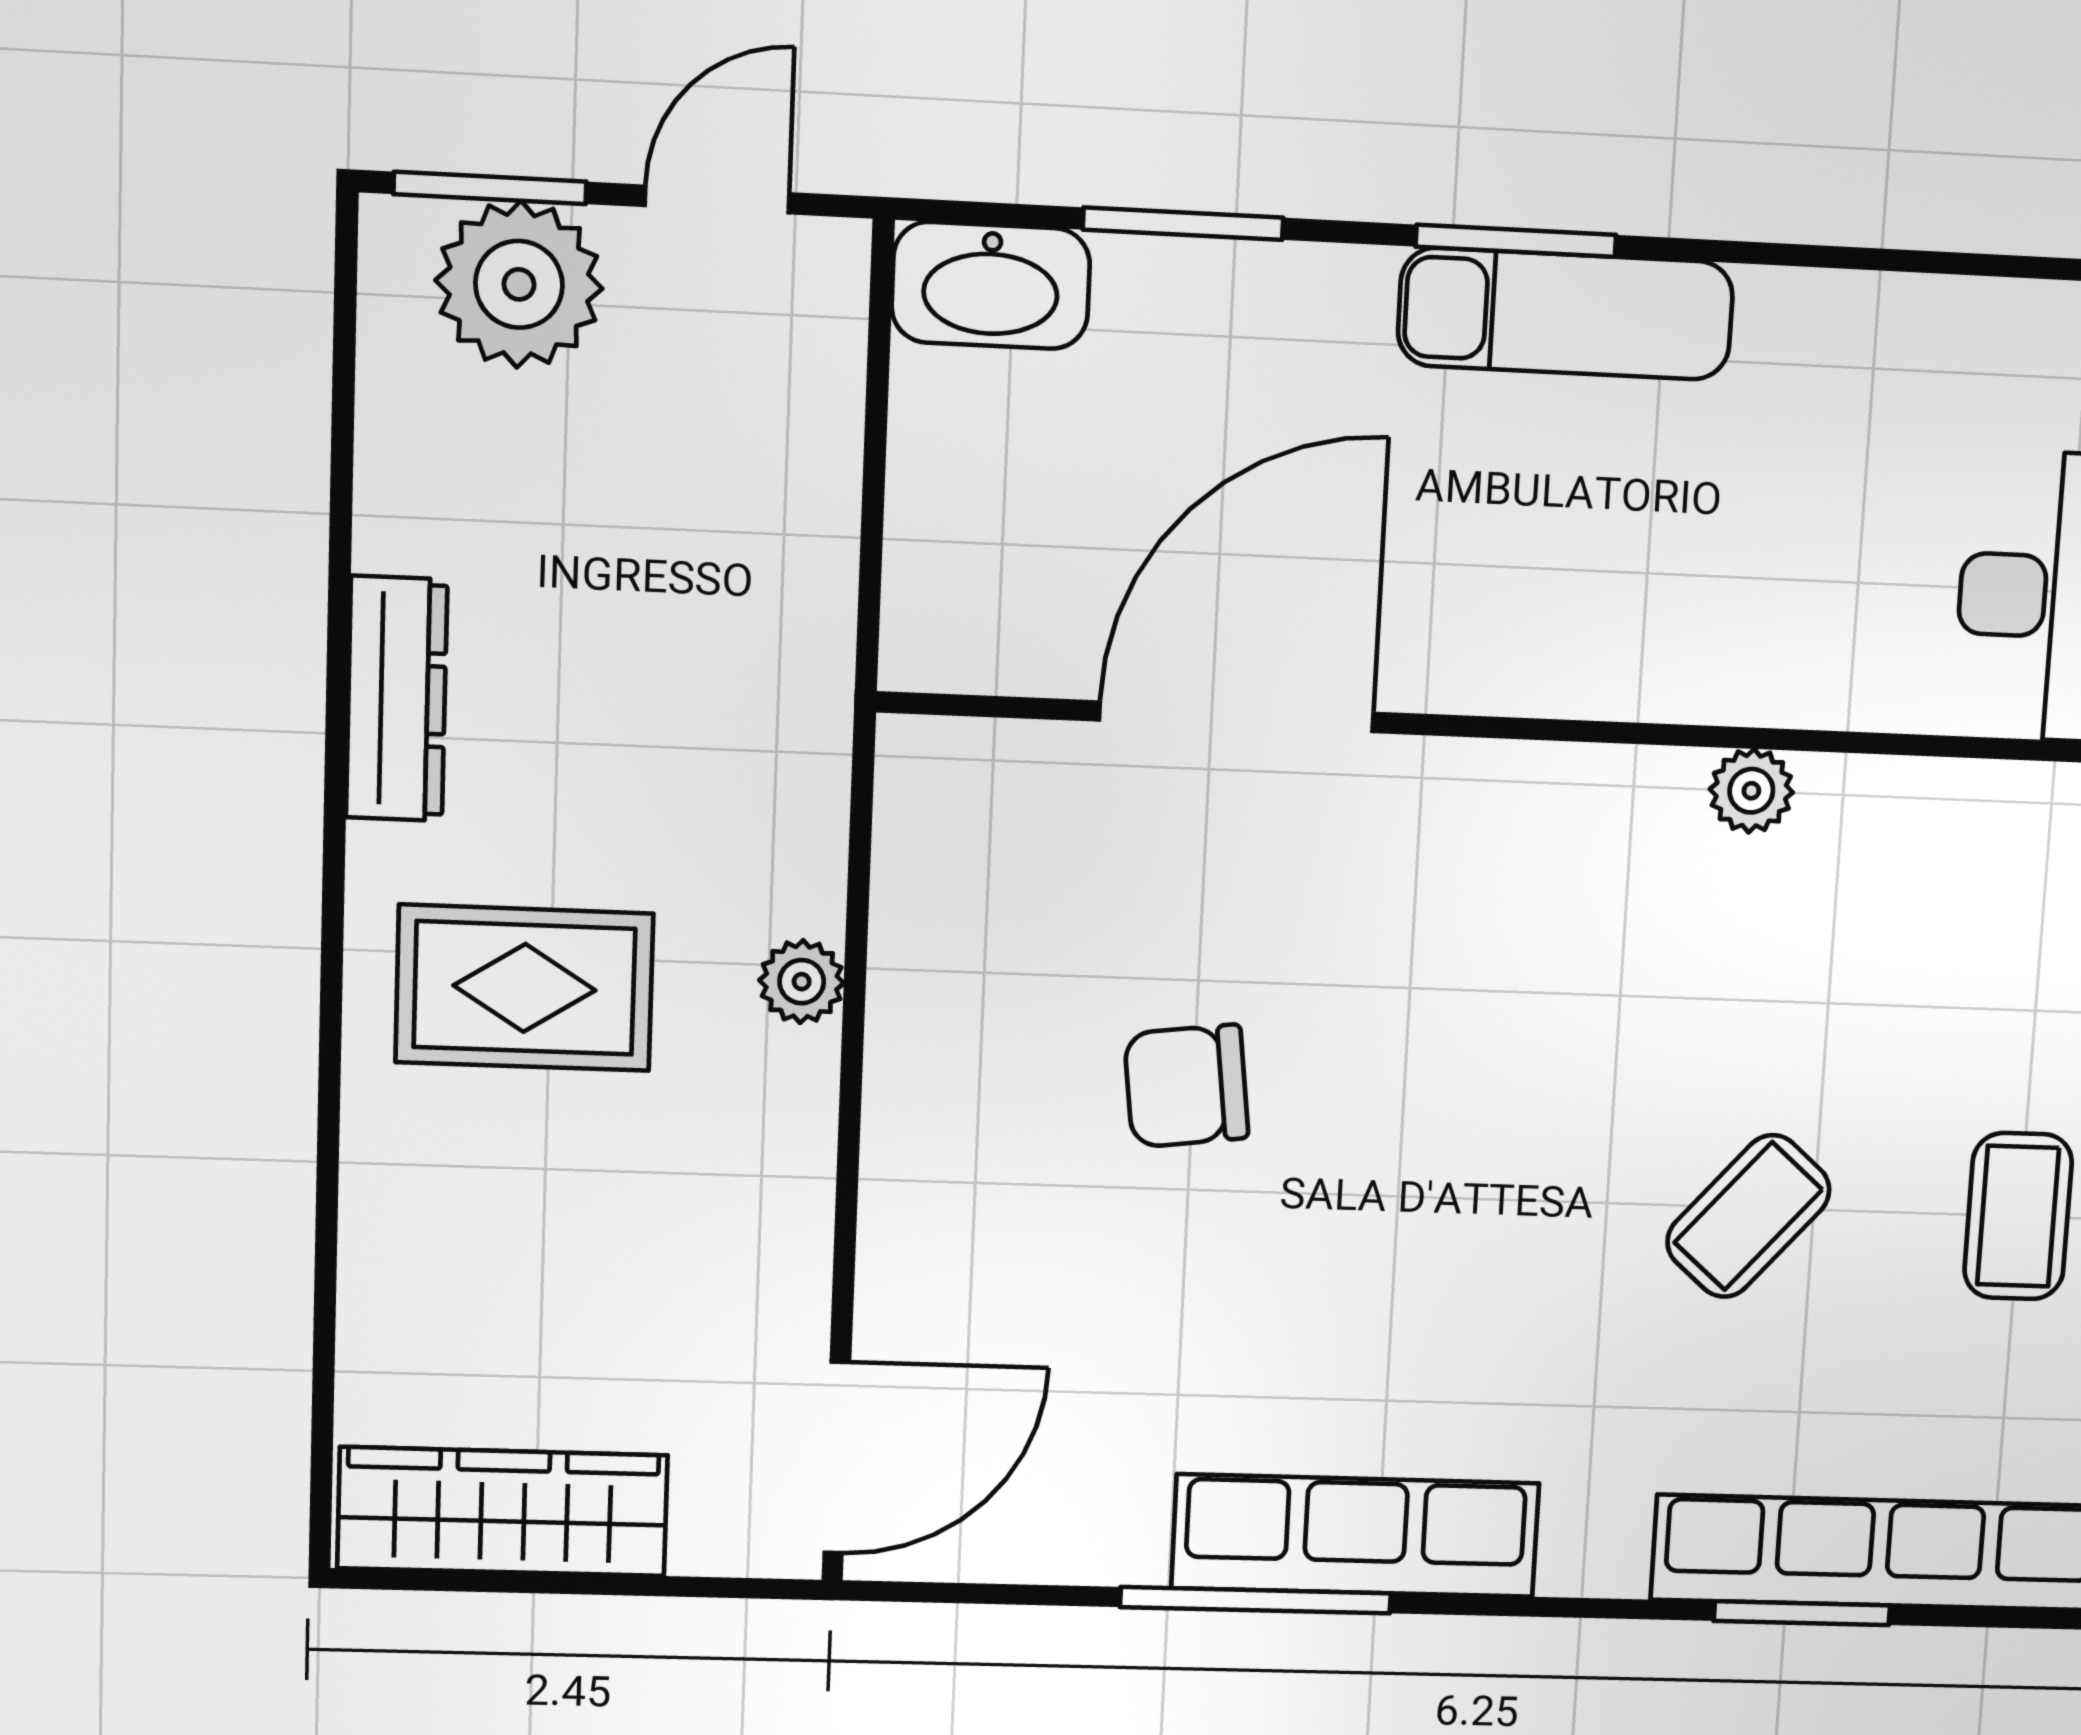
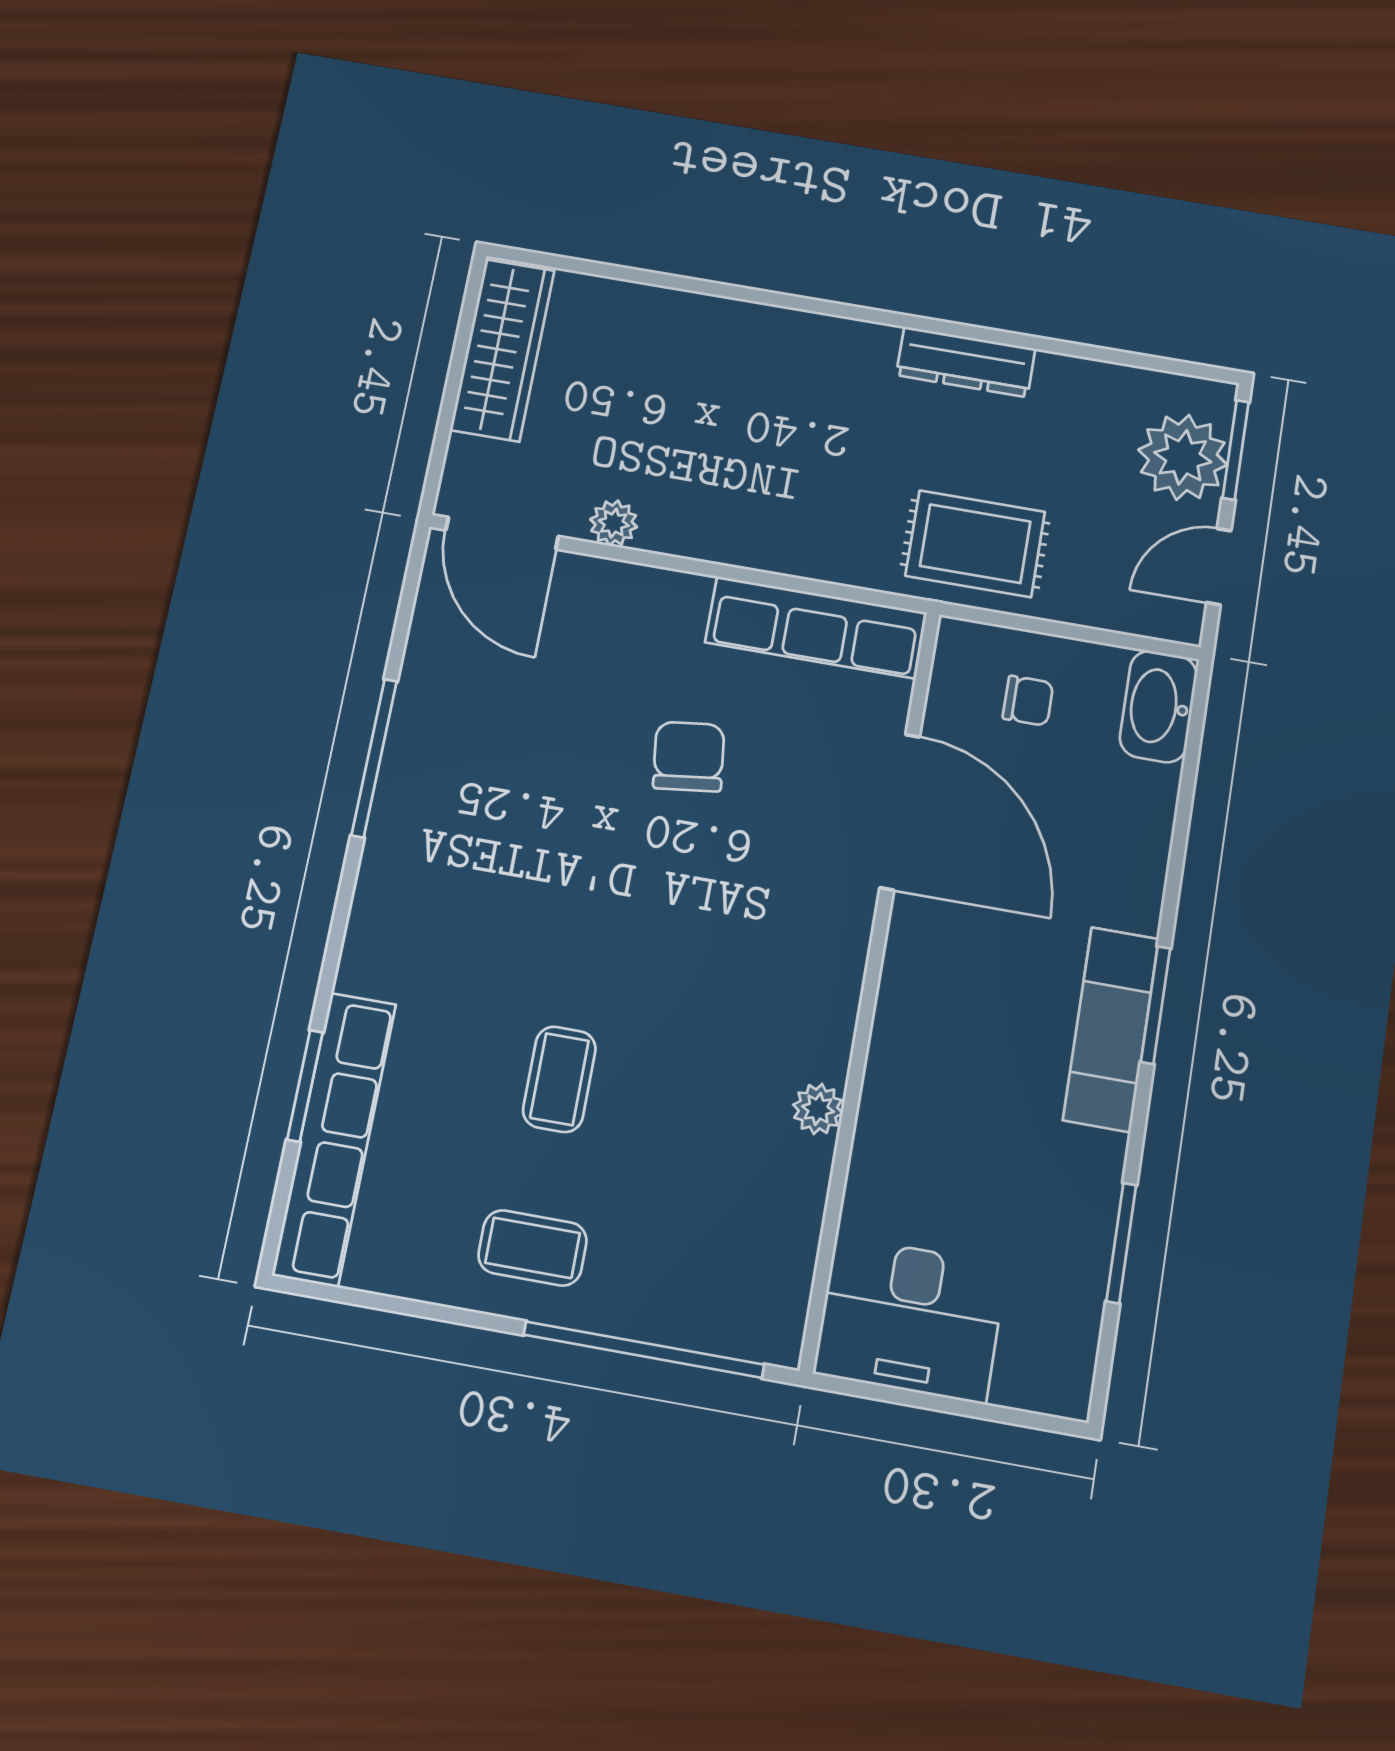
door: (717, 200) -> (1219, 567), swing flipped
window: (1183, 224) -> (1121, 1243), moved
chair: (1011, 517) -> (1028, 701), added
plant: (802, 982) -> (614, 523), moved
rug: (524, 988) -> (975, 544), moved, turned 90
coffee table: (1748, 1216) -> (559, 1079), turned 49
row of seats: (1355, 1536) -> (816, 627), moved, turned 90

